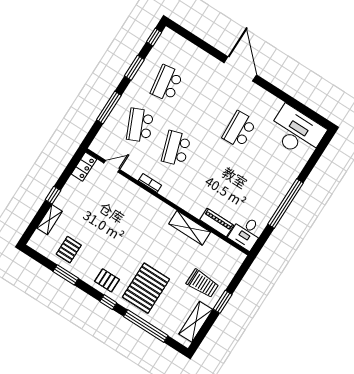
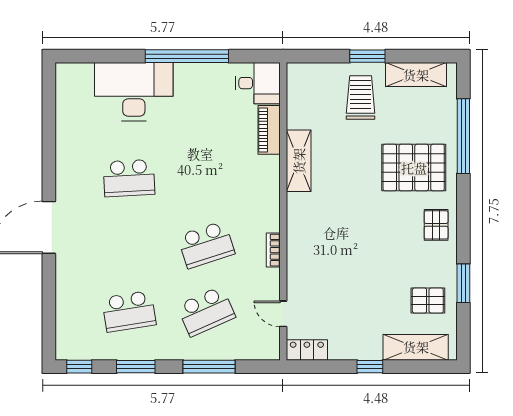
desk: (296, 132) -> (134, 92), moved, turned 90
shelving: (50, 220) -> (416, 347), width x1.50, depth x1.33
window: (108, 302) -> (463, 205), removed

